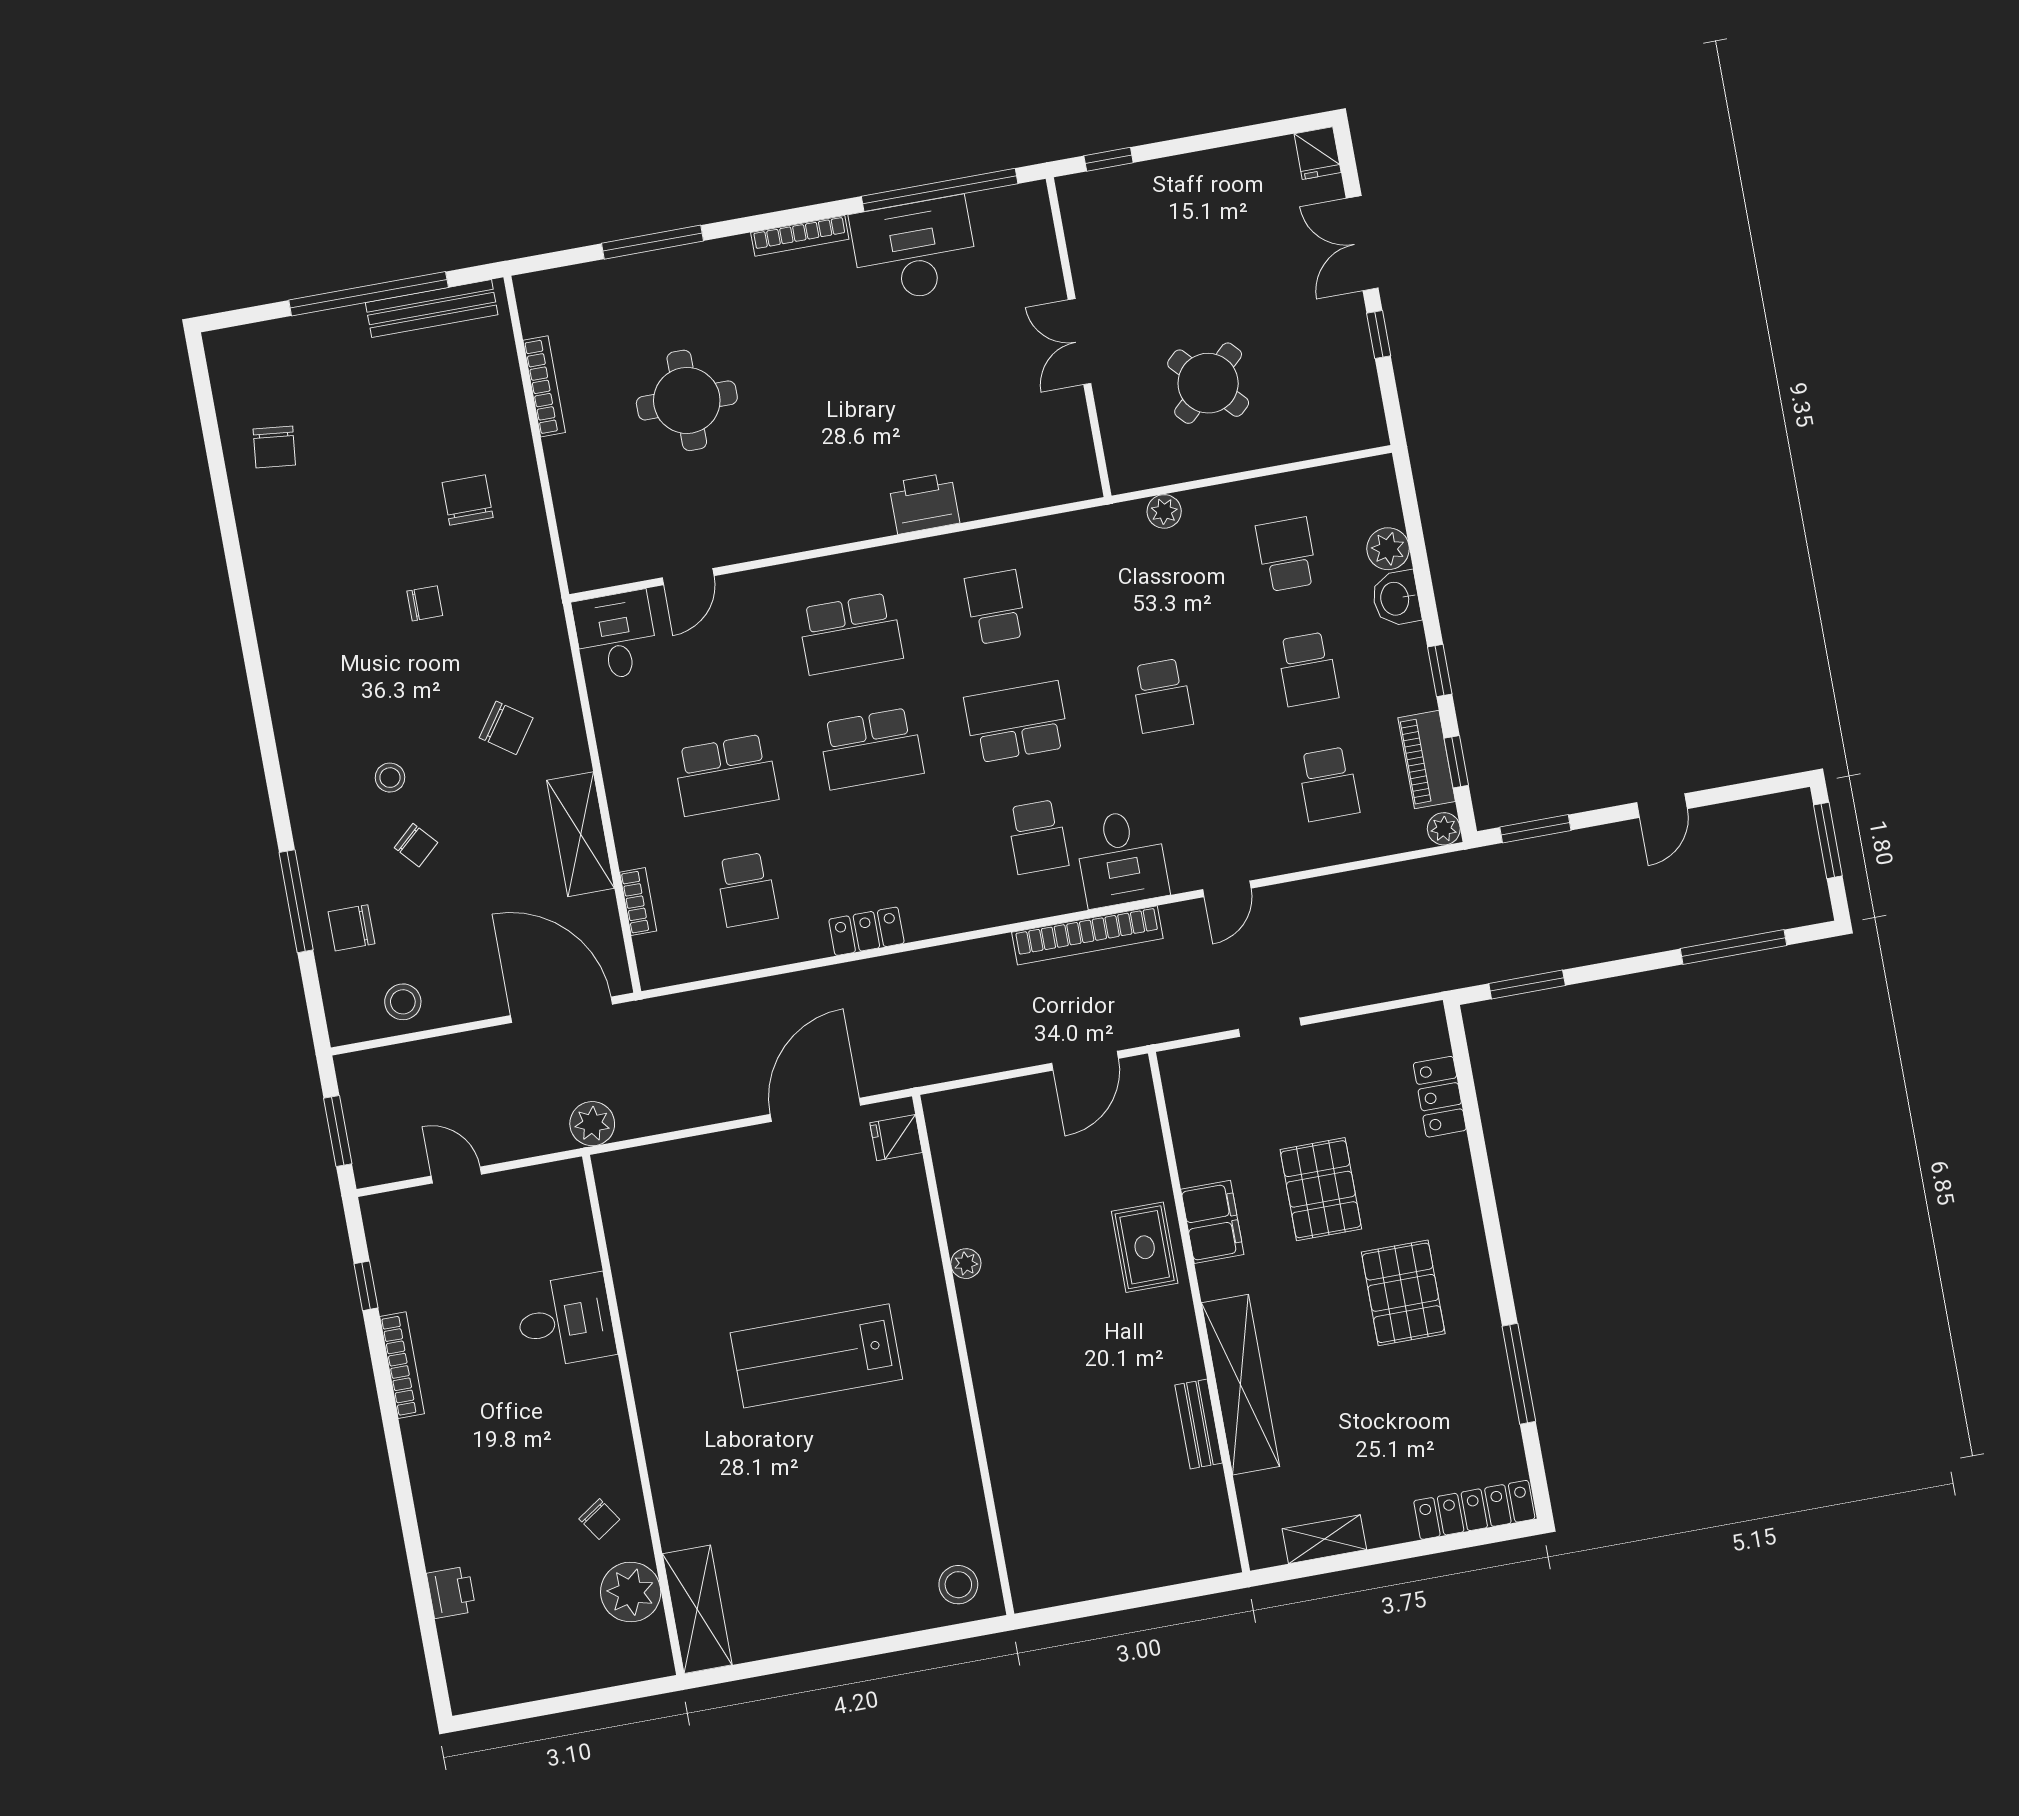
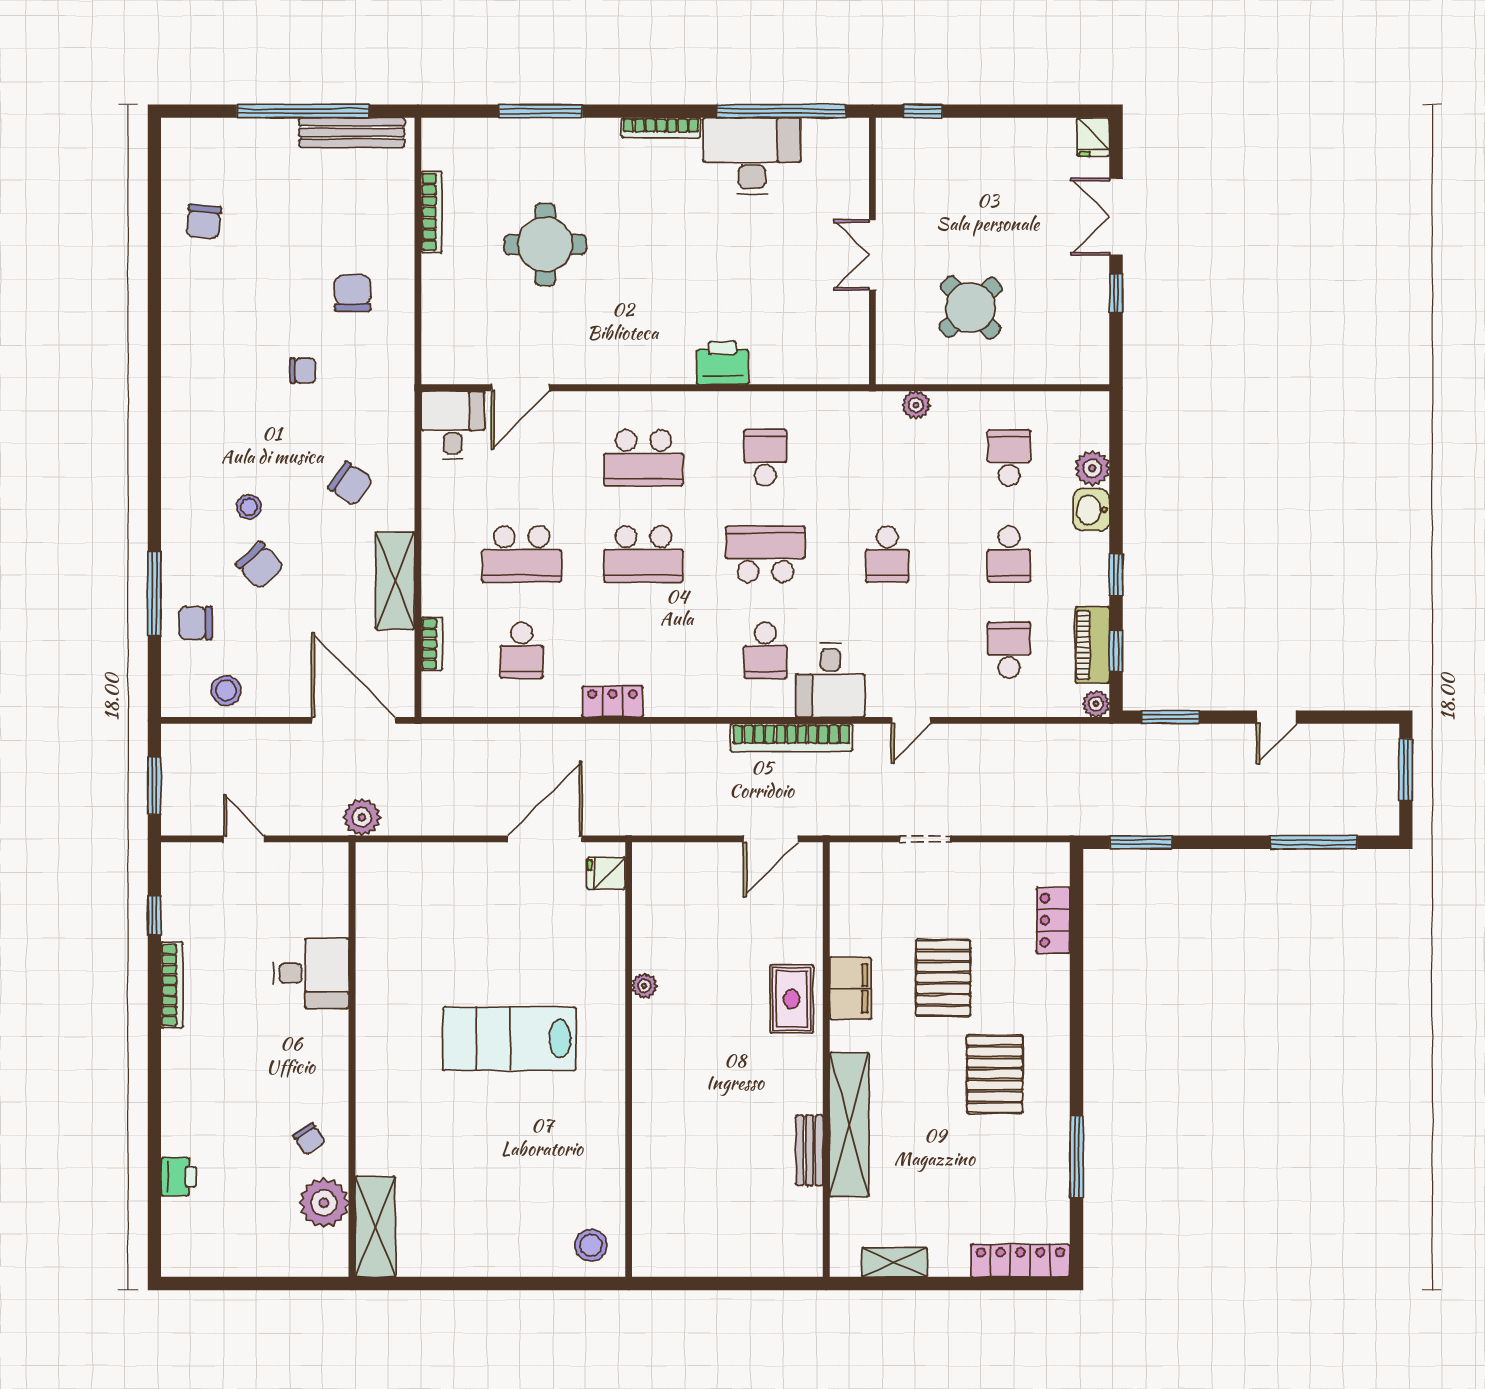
door: (688, 577) -> (520, 388), width x1.38
school desk: (1328, 784) -> (1009, 650), turned 180
chair: (416, 845) -> (260, 565), width x1.37, depth x1.37

